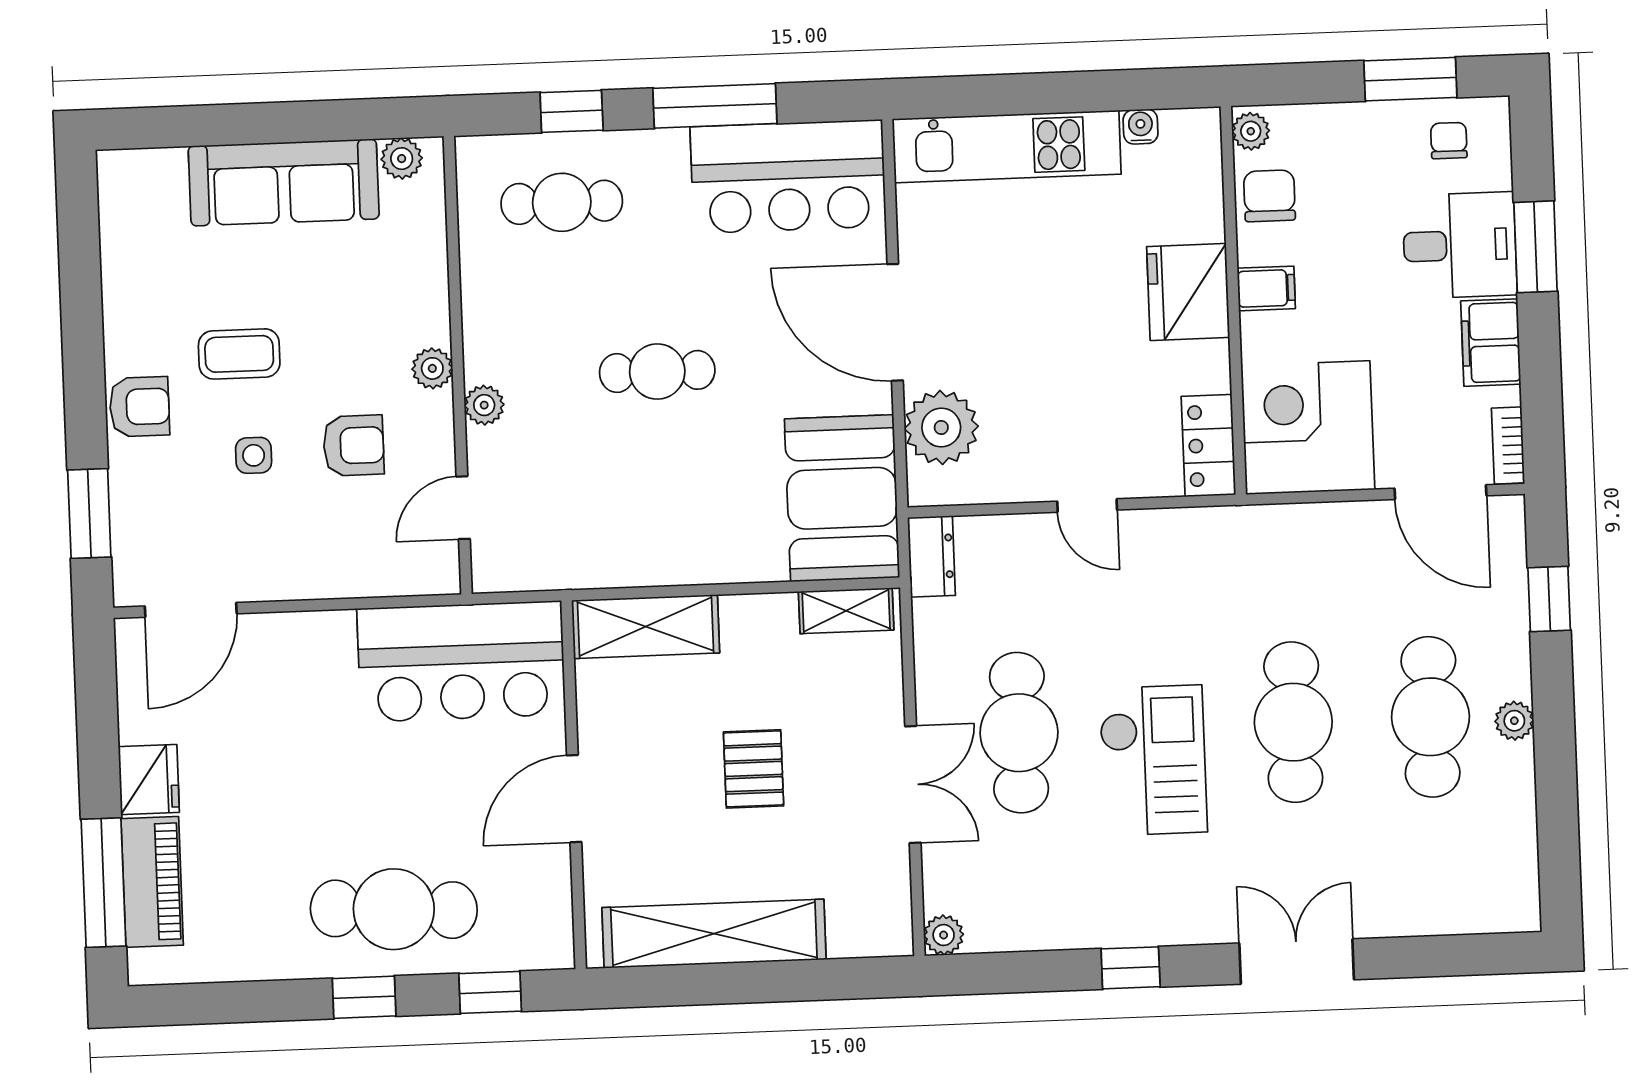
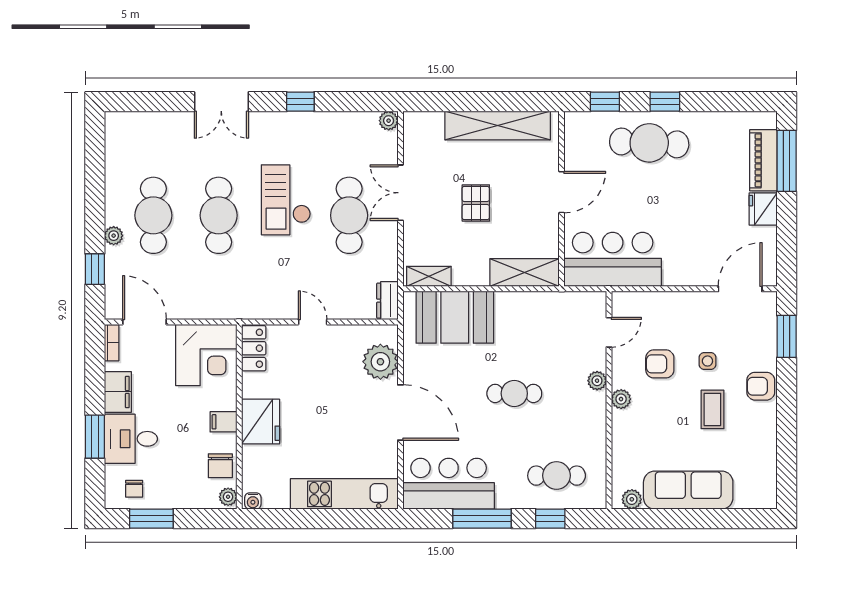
water cooler: (1141, 127) -> (253, 501), moved
coffee table: (239, 354) -> (712, 409), turned 90
booth: (842, 498) -> (455, 317), moved, turned 90
plant: (1514, 721) -> (114, 236), moved

